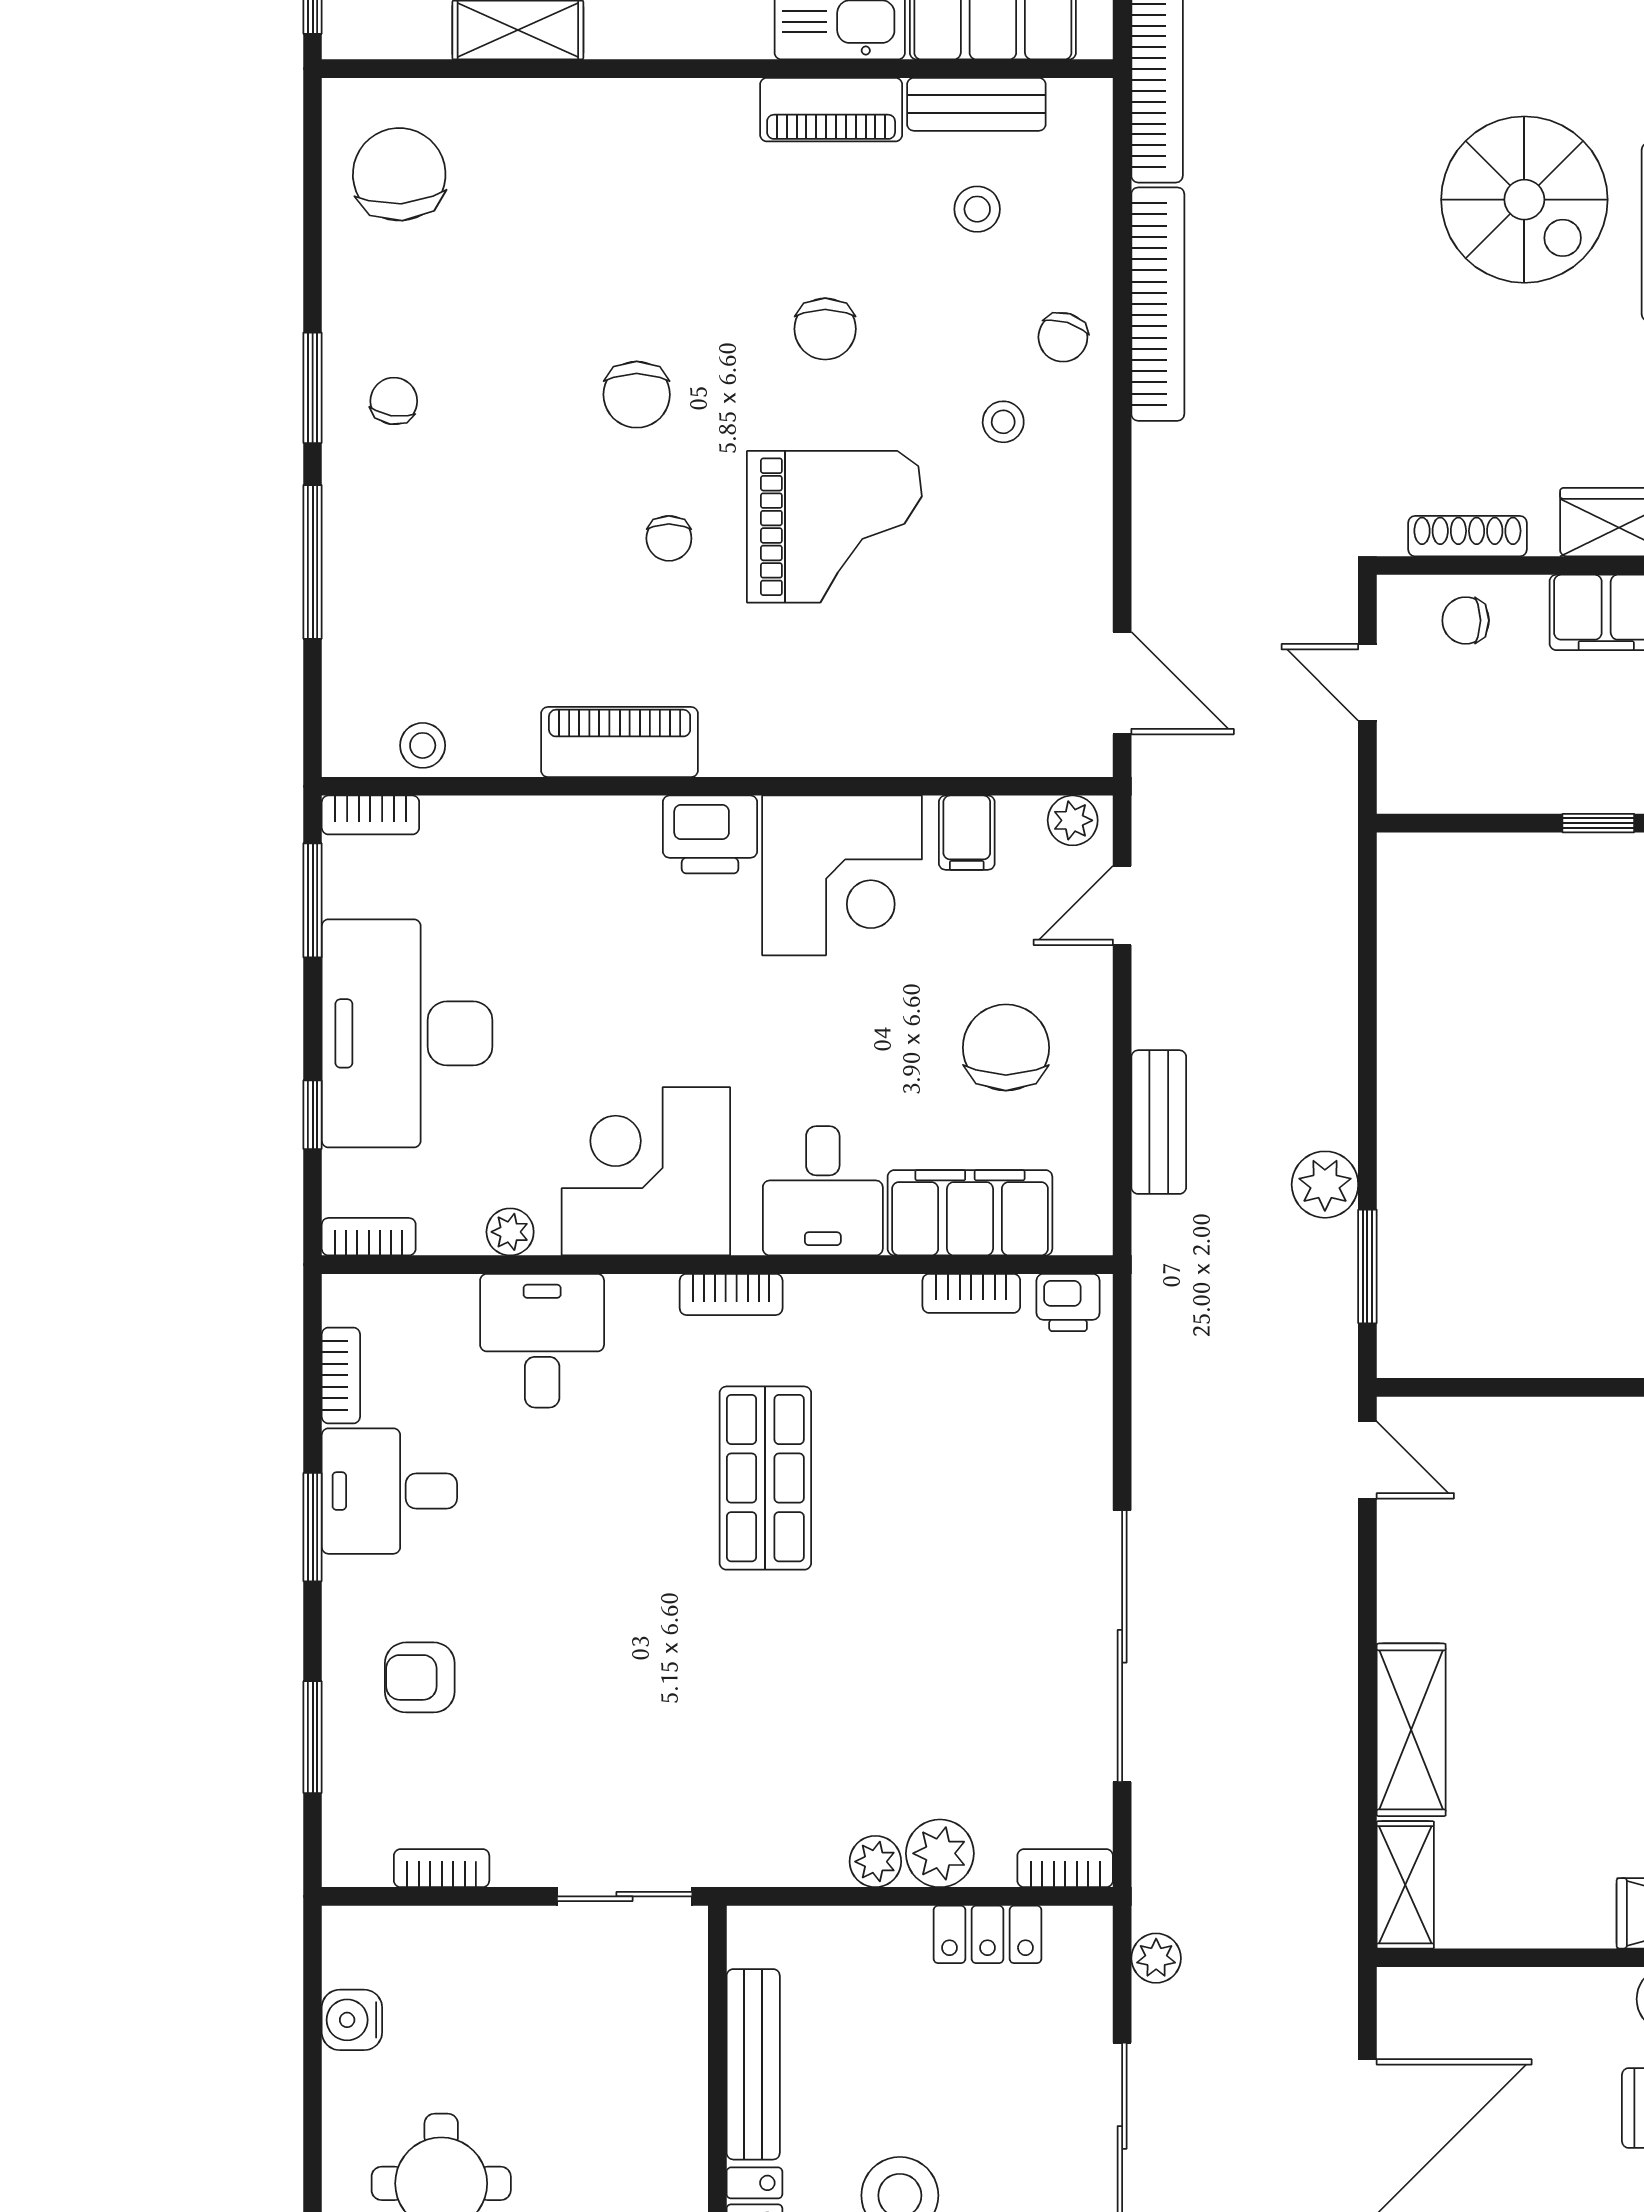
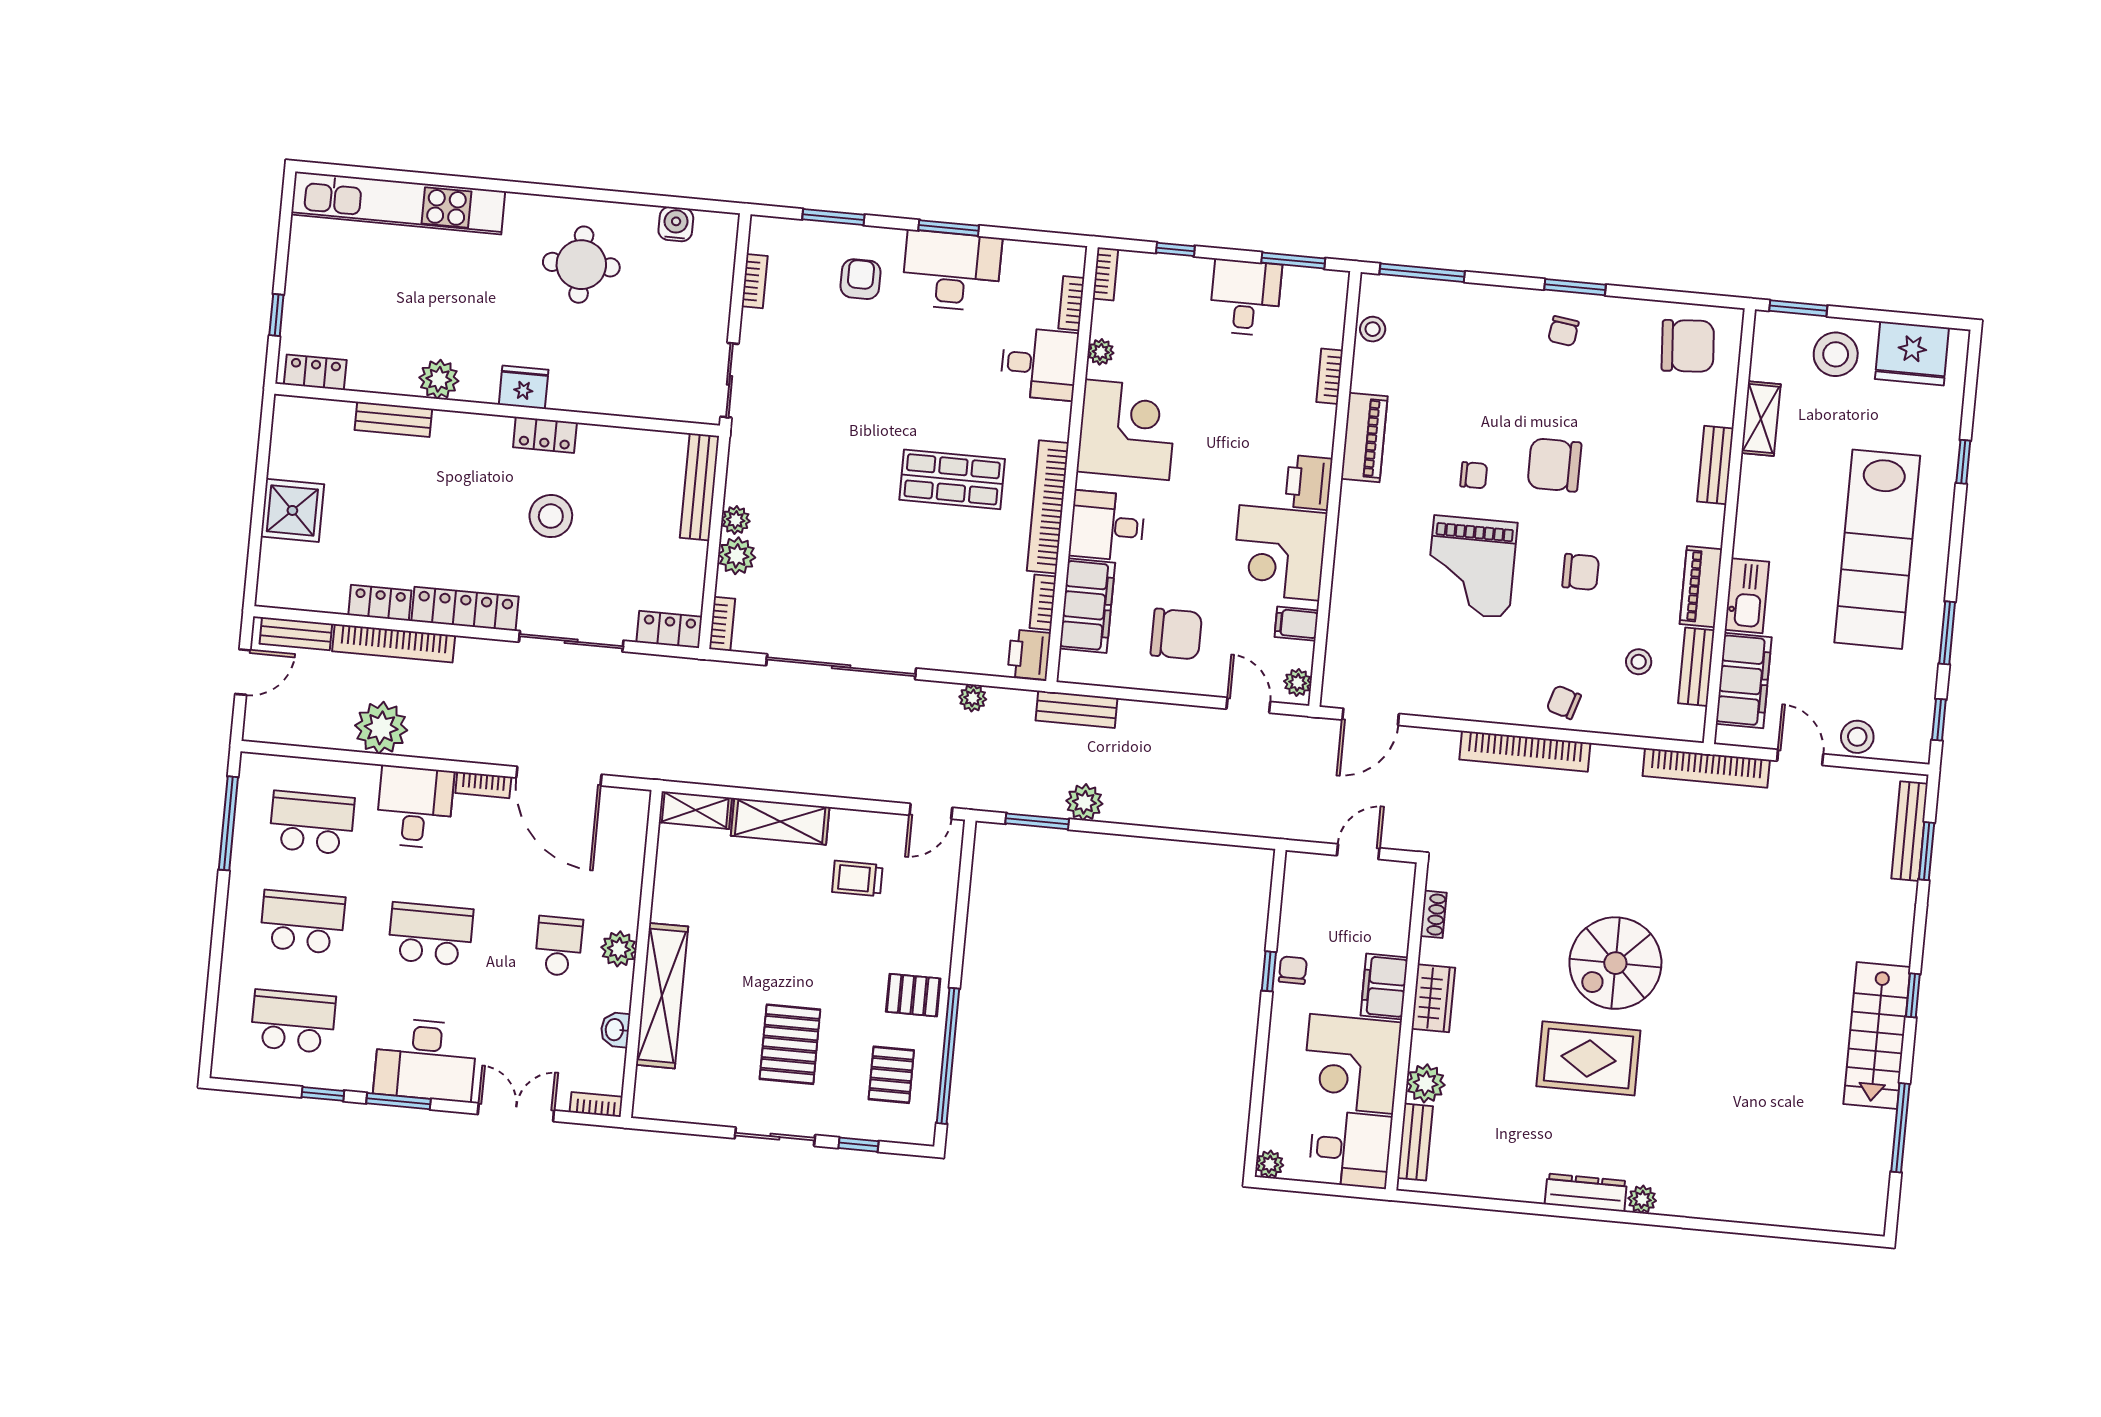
bench: (609, 104) -> (1715, 465), added
bookcase: (1158, 304) -> (1525, 751), moved
chair: (825, 329) -> (1581, 572), turned 180
chair: (637, 395) -> (1554, 465), width x1.37, depth x1.37
chair: (394, 401) -> (1563, 331), turned 89
stool: (1003, 422) -> (1520, 665), removed
shoe rack: (1467, 536) -> (1433, 914), width x0.70
chair: (669, 538) -> (1474, 475), turned 180
window: (313, 562) -> (1422, 273), moved
chair: (1466, 620) -> (1293, 970), moved
bookcase: (370, 815) -> (1330, 376), moved
desk: (407, 1033) -> (1245, 298), width x0.53, depth x0.77
bench: (1159, 1122) -> (1076, 709), moved
bookcase: (731, 1294) -> (1048, 507), width x2.31, depth x1.31
printer: (1068, 1303) -> (1029, 655), width x1.36, depth x1.24
bookcase: (341, 1375) -> (1071, 303), moved, turned 90
desk: (389, 1491) -> (952, 271), width x1.37
trolley: (1501, 1581) -> (857, 879), added
locker: (987, 1934) -> (669, 629), moved, turned 90
plant: (1156, 1958) -> (973, 698), moved
bench: (753, 2064) -> (700, 487), moved, turned 90

